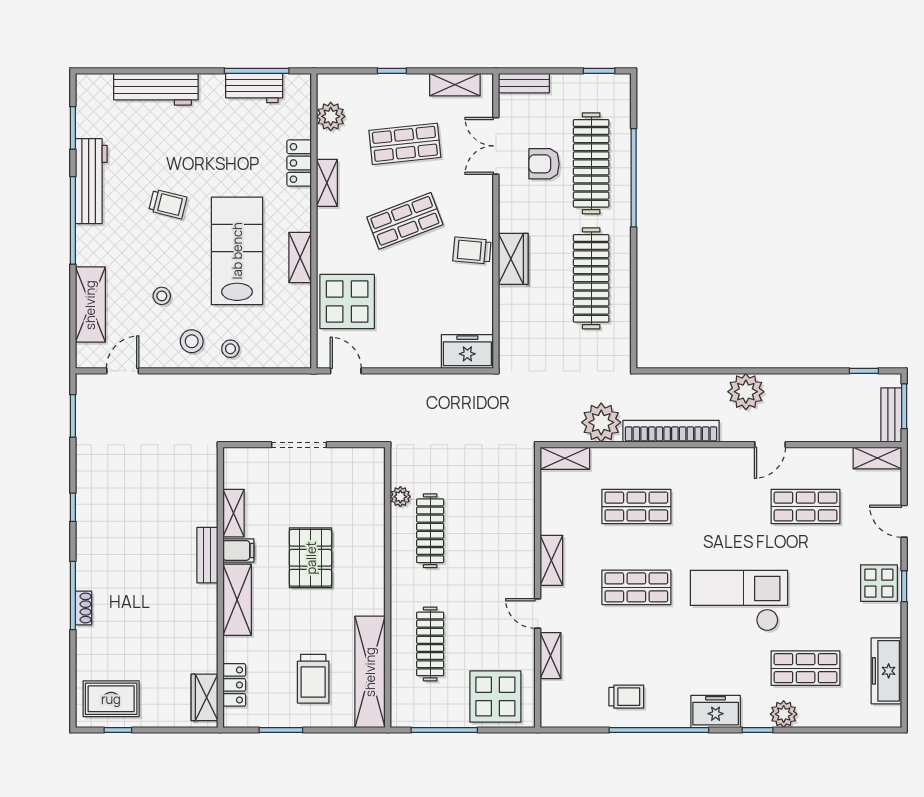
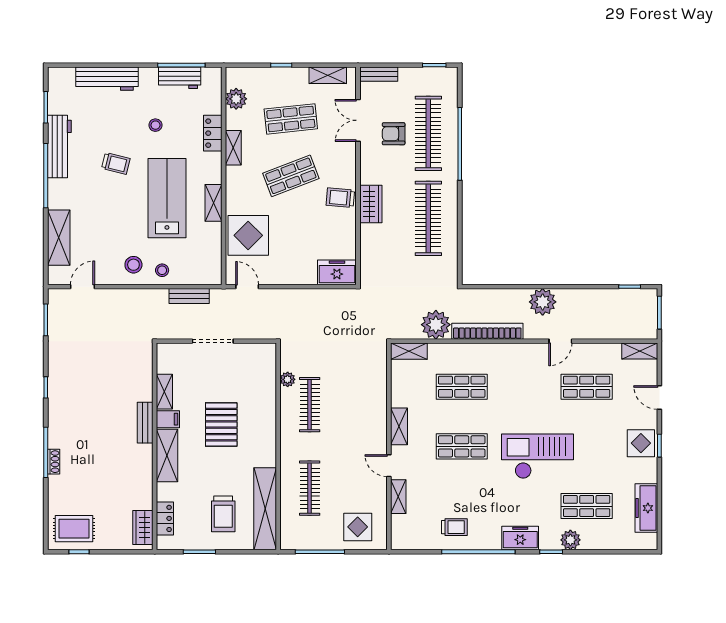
stool: (162, 296) -> (155, 125), moved
bench: (891, 415) -> (189, 296), moved, turned 90
display table: (495, 697) -> (358, 527), width x0.73, depth x0.73

